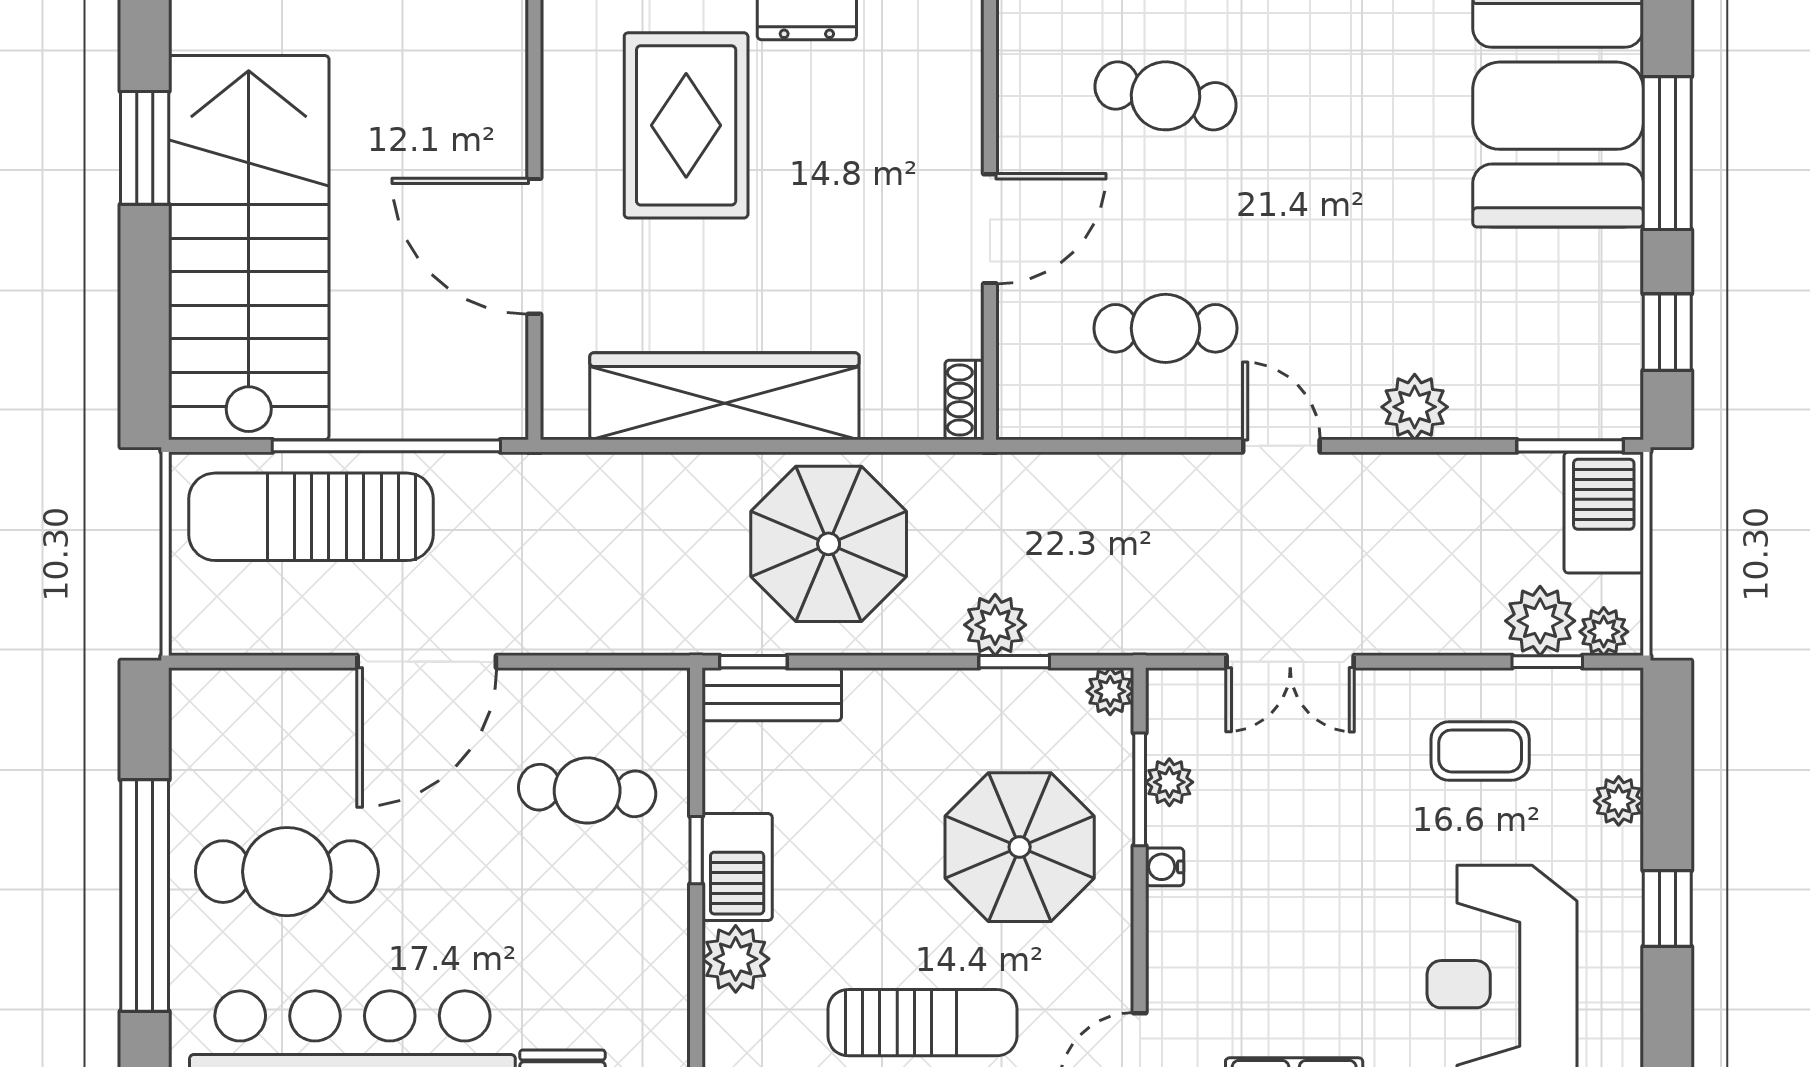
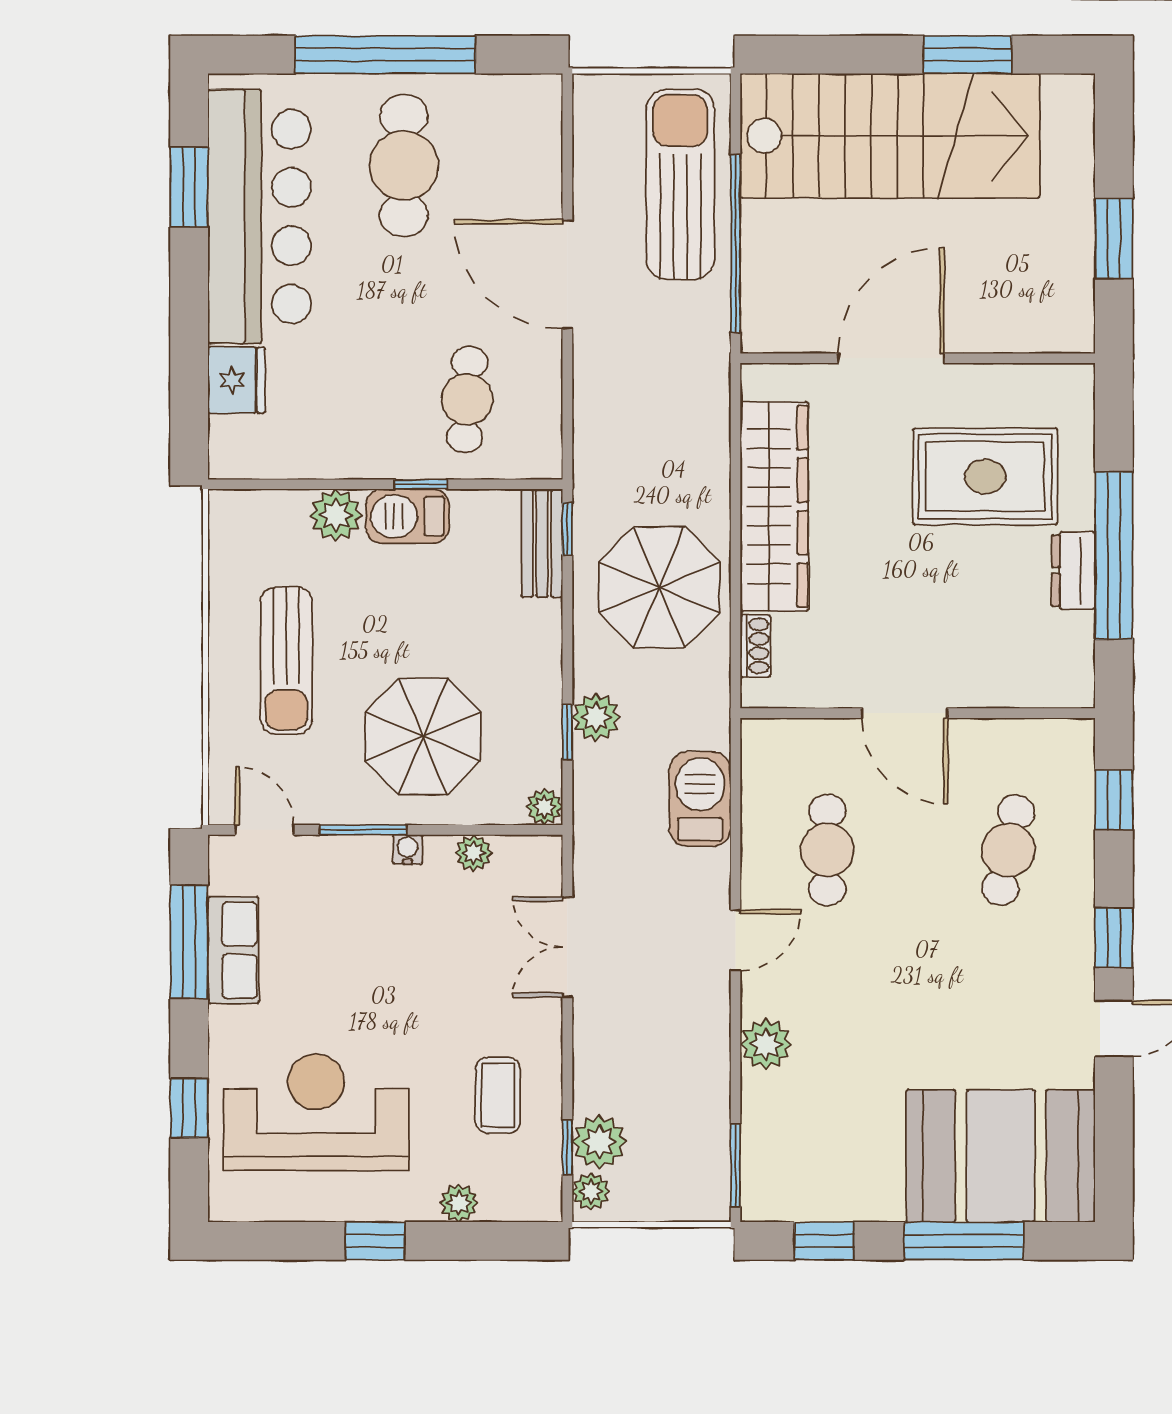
shoe rack: (964, 400) -> (755, 646), moved, turned 90
barbecue: (1604, 512) -> (700, 799), moved, turned -90
window: (1140, 789) -> (363, 830), moved

